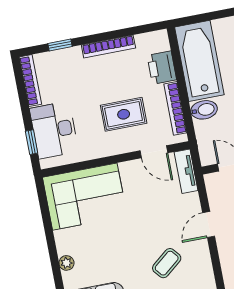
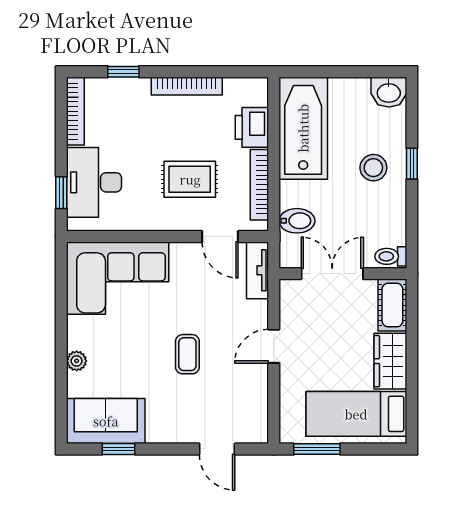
bidet: (204, 110) -> (297, 221), moved
coffee table: (167, 263) -> (187, 354), moved, turned -51

